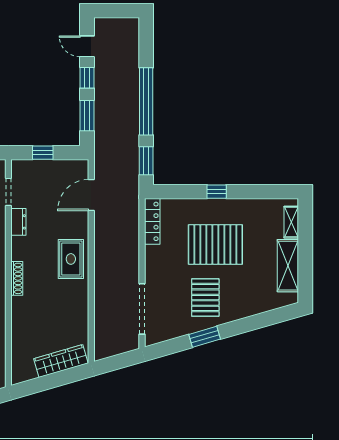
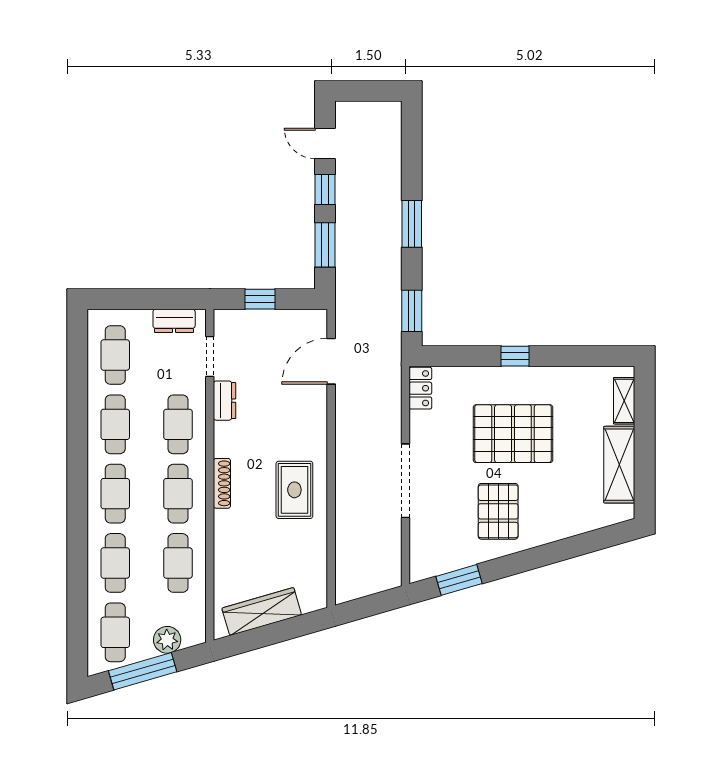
window: (146, 101) -> (412, 224), width x0.47
locker: (152, 221) -> (420, 388), width x0.66
rug: (71, 259) -> (294, 490), moved
doorway: (142, 309) -> (405, 481), moved
window: (205, 337) -> (459, 580), moved
wardrobe: (61, 361) -> (262, 611), moved

